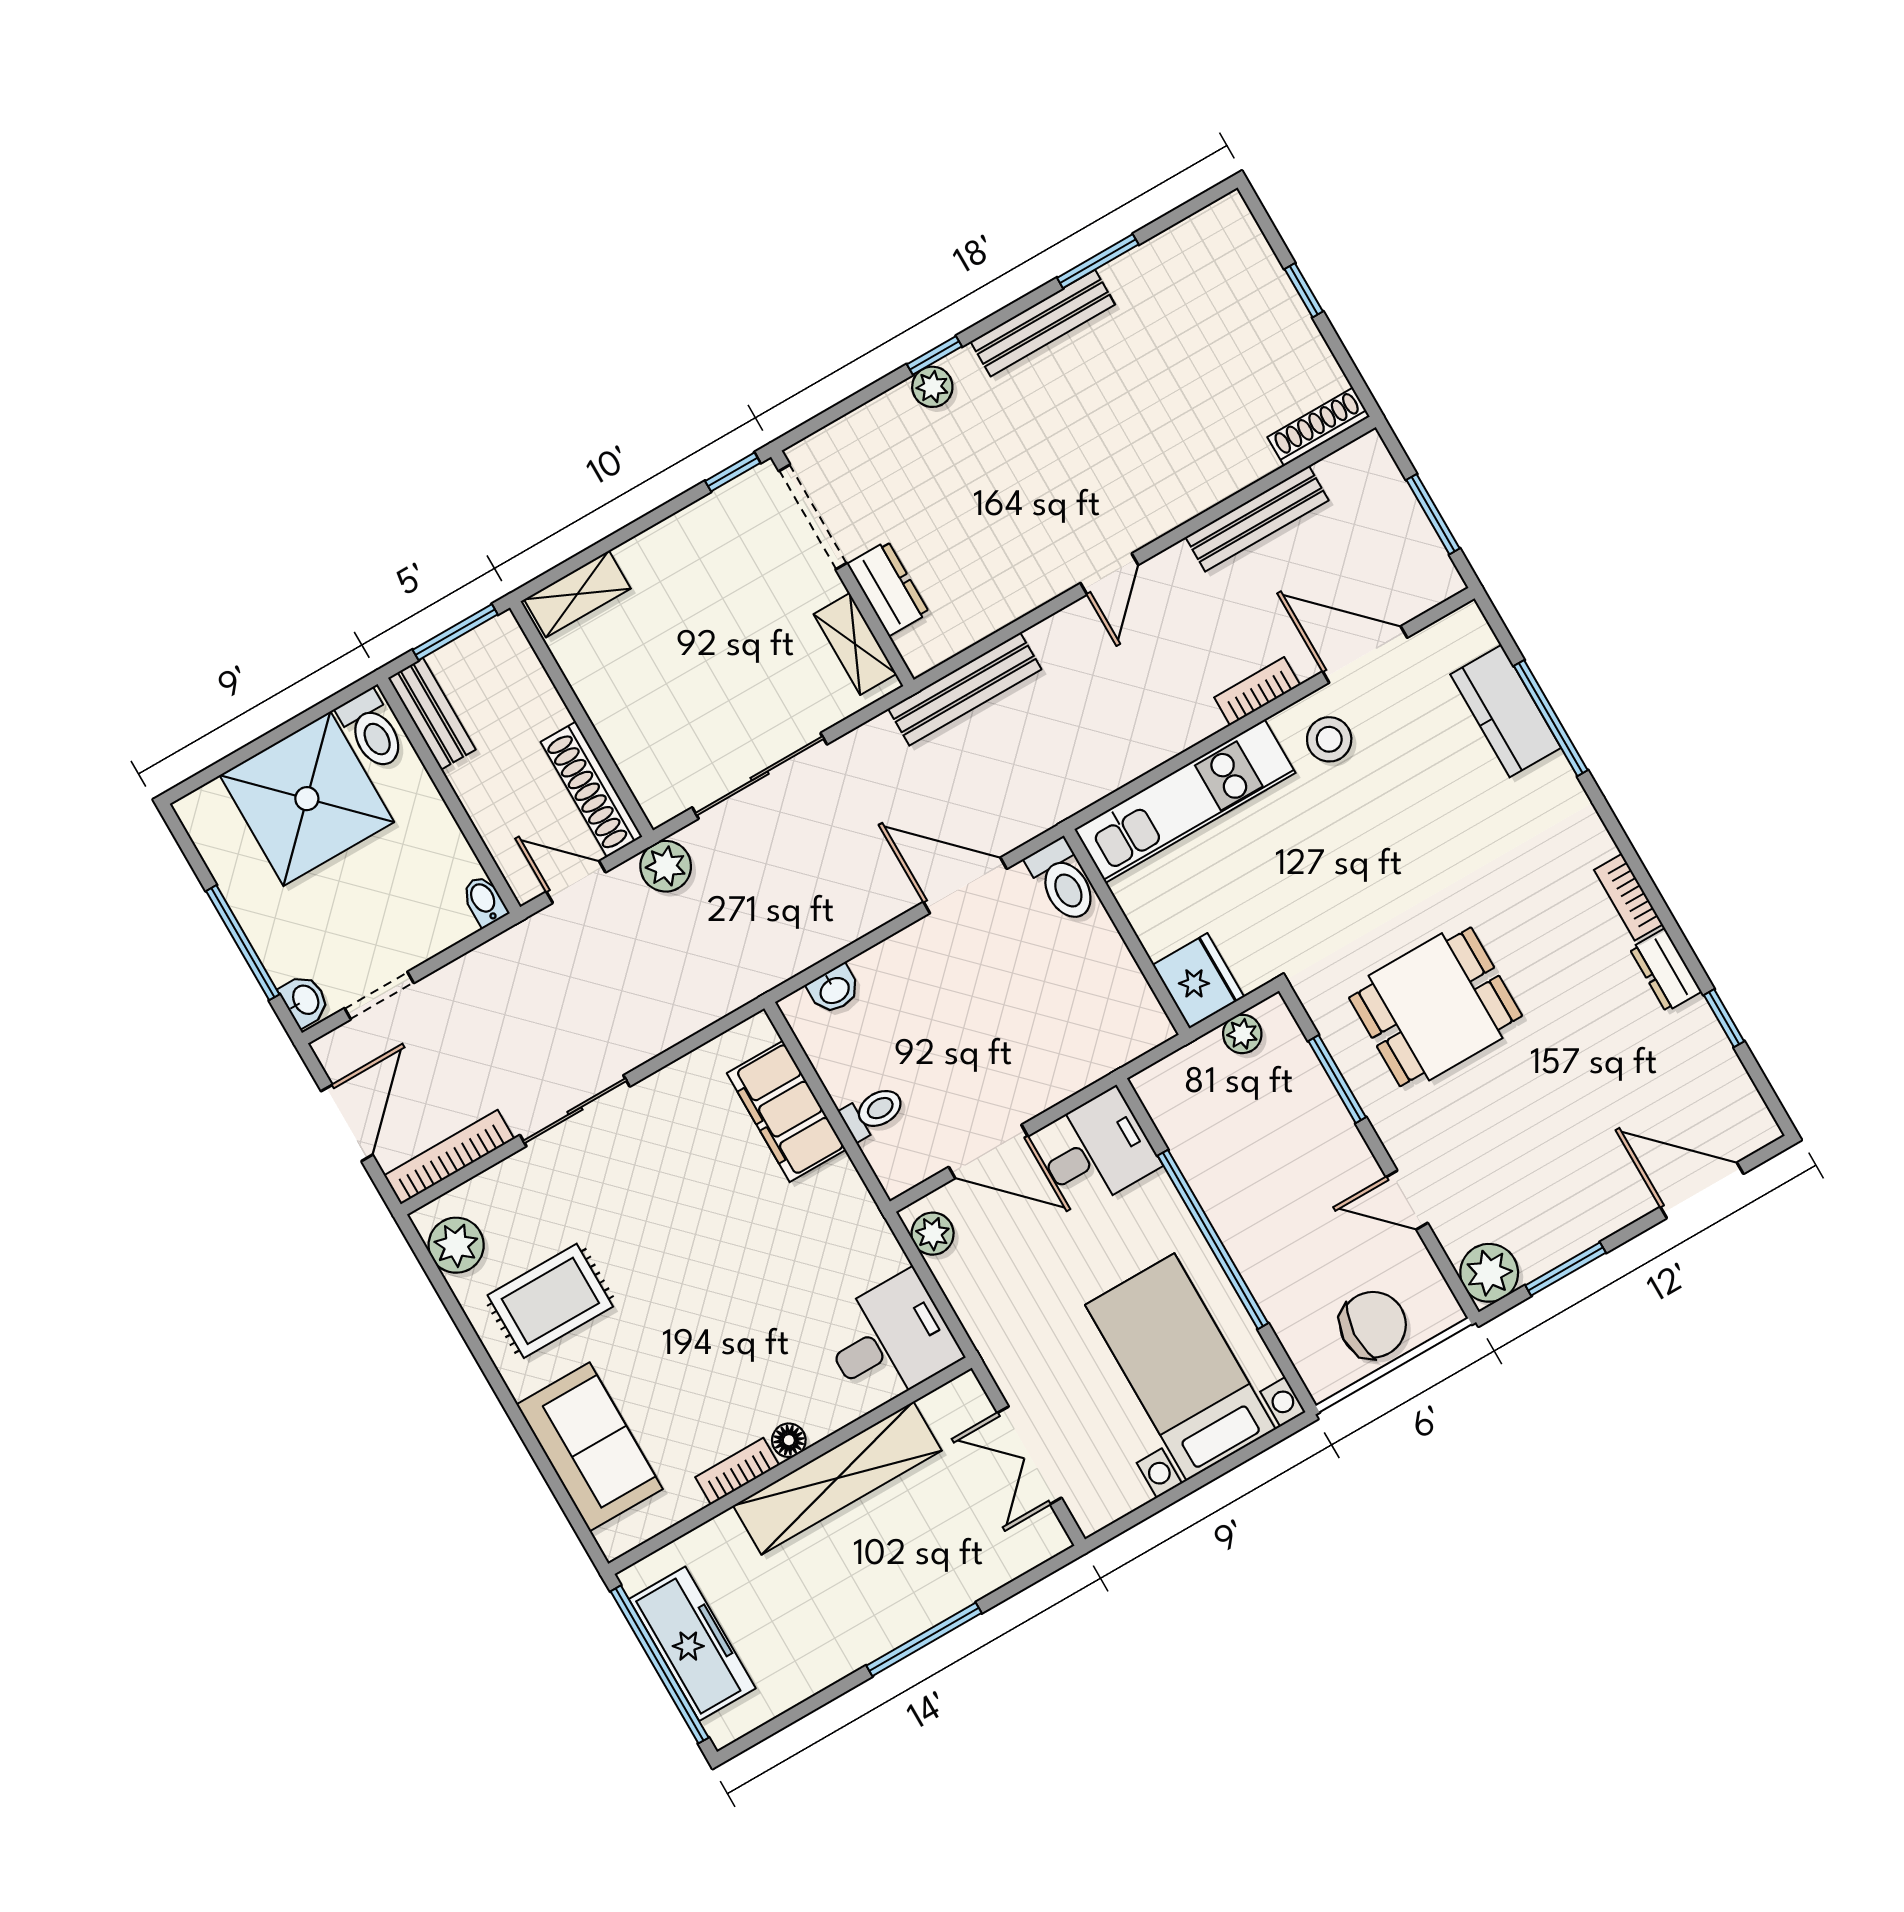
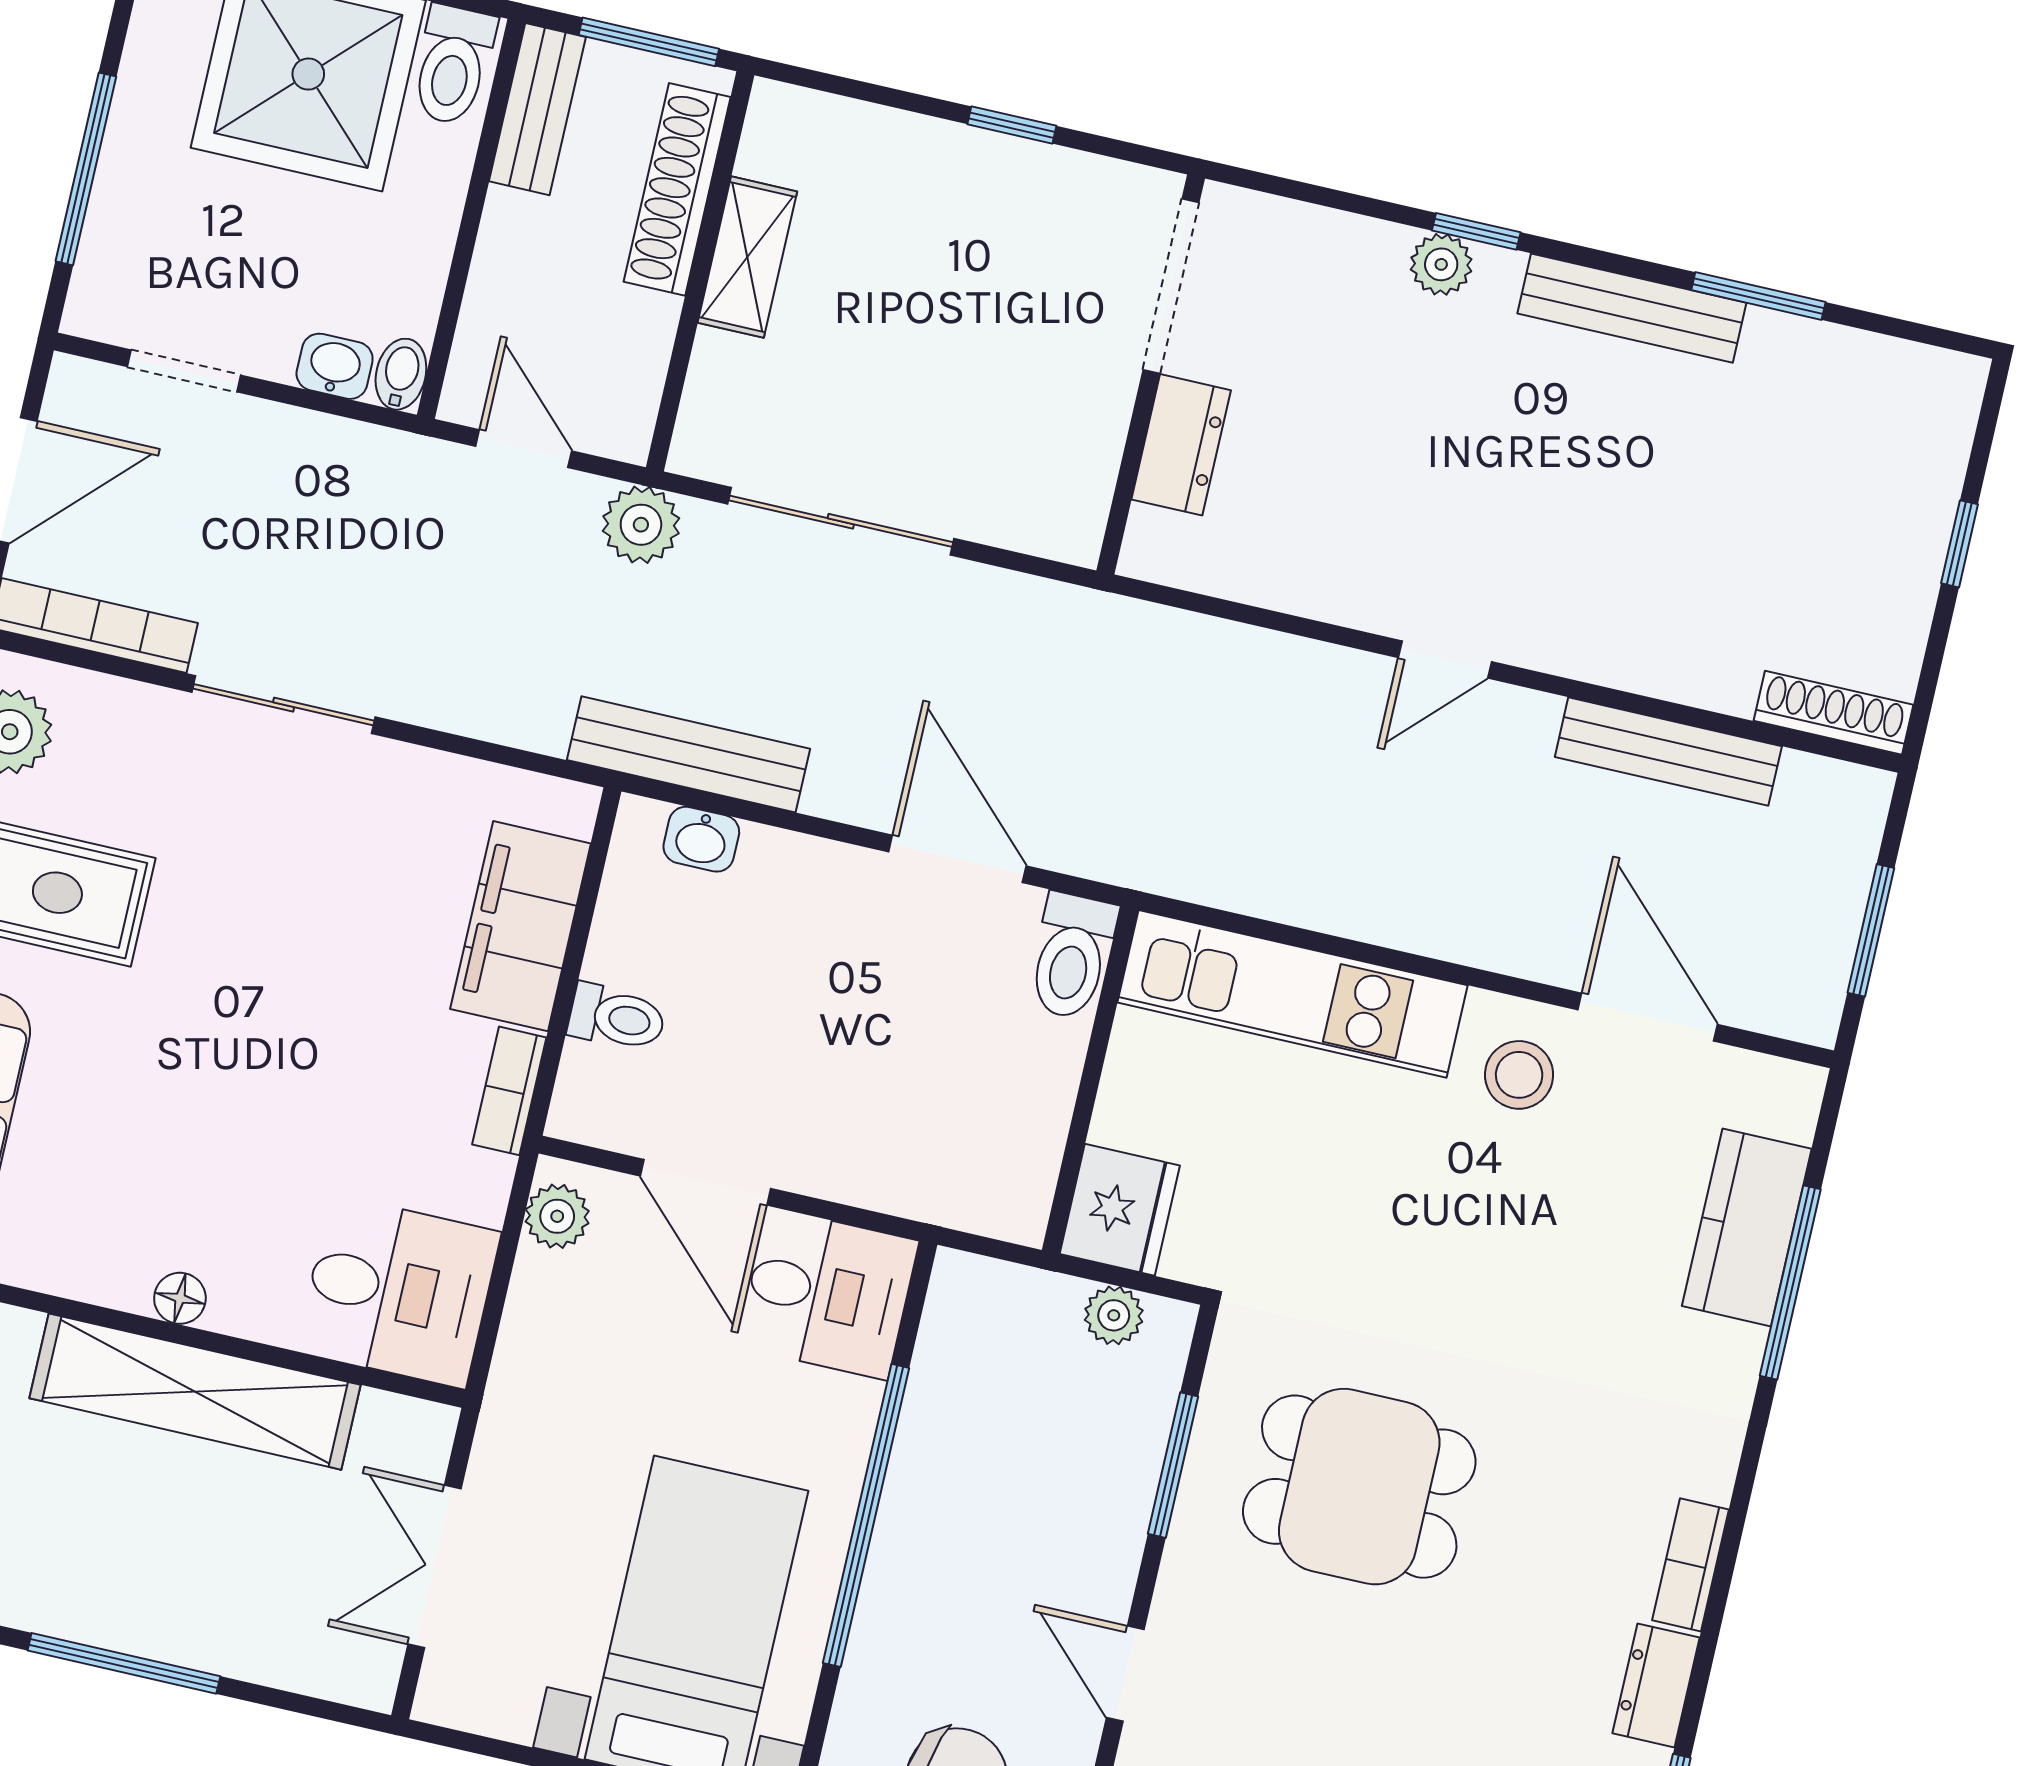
window: (733, 472) -> (1012, 125), moved
shelving: (577, 594) -> (747, 257), moved, turned 90
shelving: (855, 644) -> (1086, 473), removed
bench: (965, 689) -> (689, 754), moved
bookcase: (1257, 691) -> (1488, 946), removed
shoe rack: (592, 789) -> (677, 189), moved
washbasin: (305, 1000) -> (335, 366), moved, turned -90
bookcase: (737, 1471) -> (509, 1091), moved, turned -90

